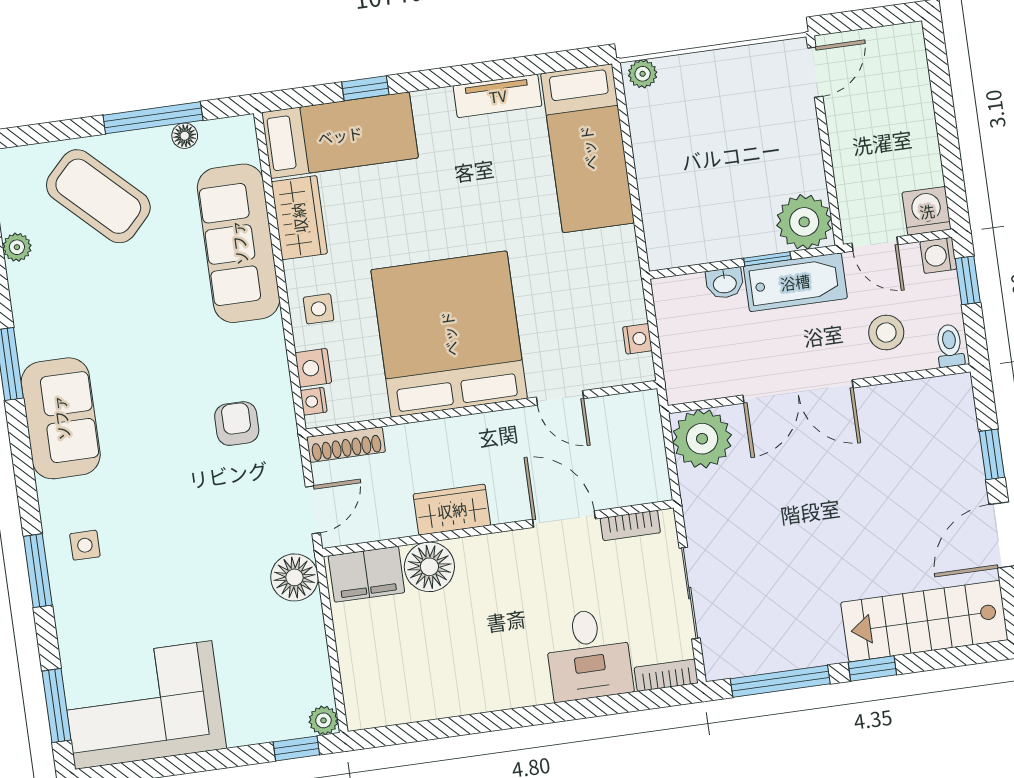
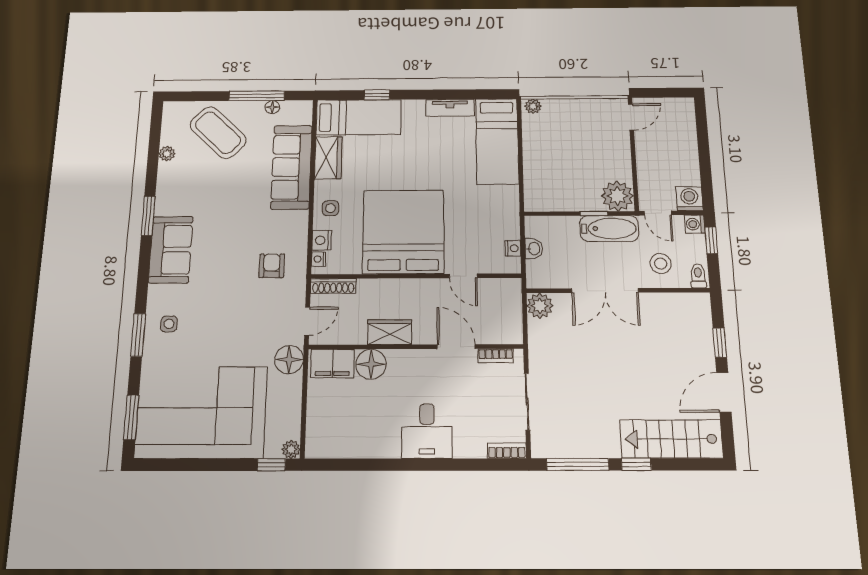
washbasin: (725, 283) -> (534, 249), moved, turned -90
plant: (702, 439) -> (540, 306), width x0.73, depth x0.73
desk: (589, 654) -> (427, 431), moved
corner sofa: (143, 705) -> (201, 412), width x1.36, depth x1.36

